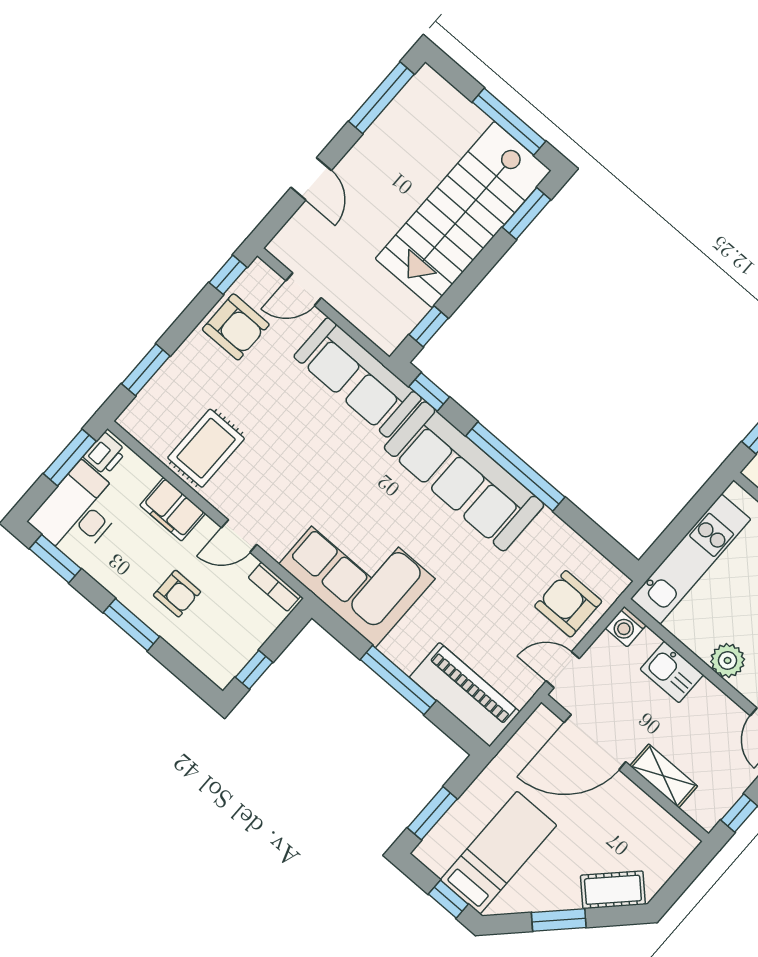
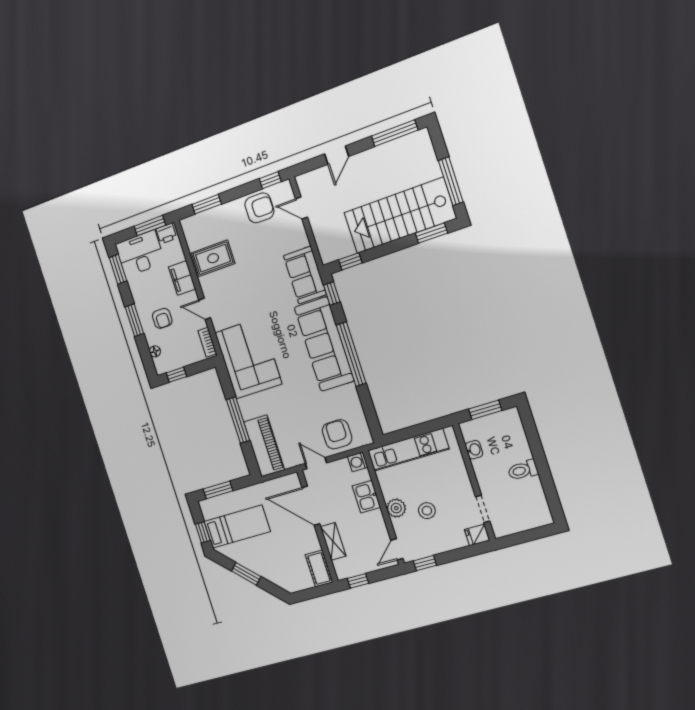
armchair: (236, 327) -> (259, 208), turned -90
sofa: (358, 377) -> (305, 275), width x0.73
floor lamp: (196, 654) -> (155, 351), added
cot: (613, 890) -> (319, 568), moved, turned 45

